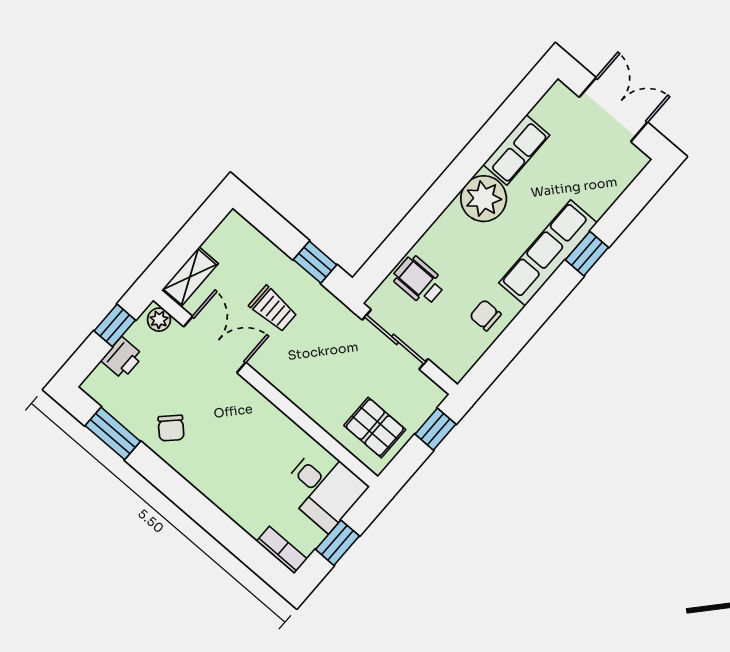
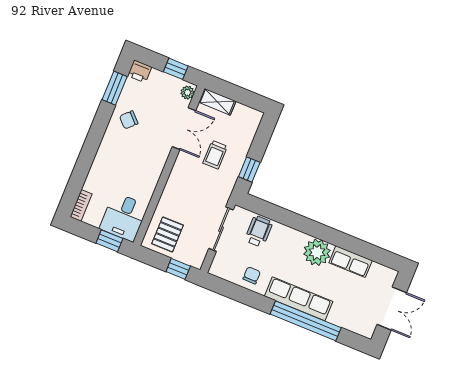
window: (587, 254) -> (306, 321), width x3.17
printer: (122, 358) -> (140, 71), moved
window: (337, 543) -> (109, 241), moved

